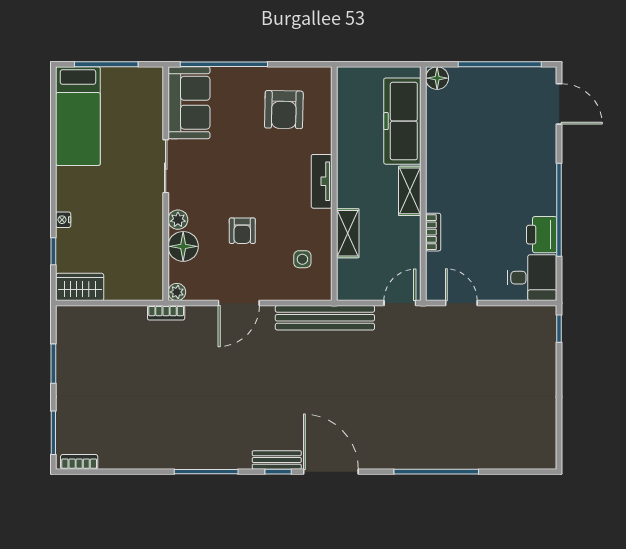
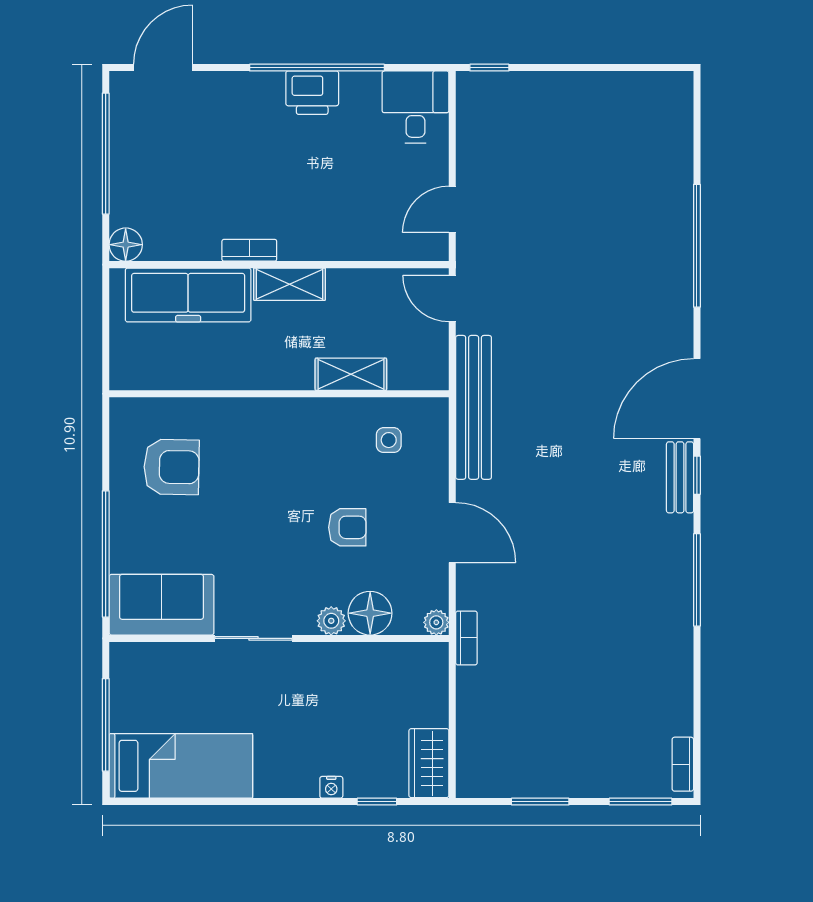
tv unit: (322, 181) -> (276, 412), removed
bookcase: (433, 232) -> (249, 250), moved
printer: (542, 235) -> (312, 93), moved

